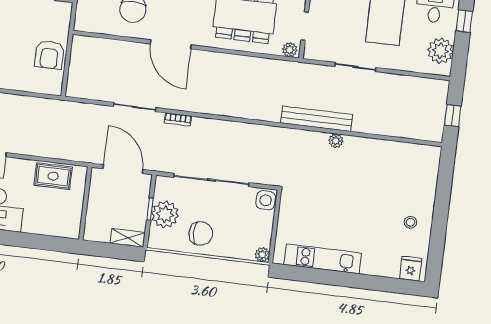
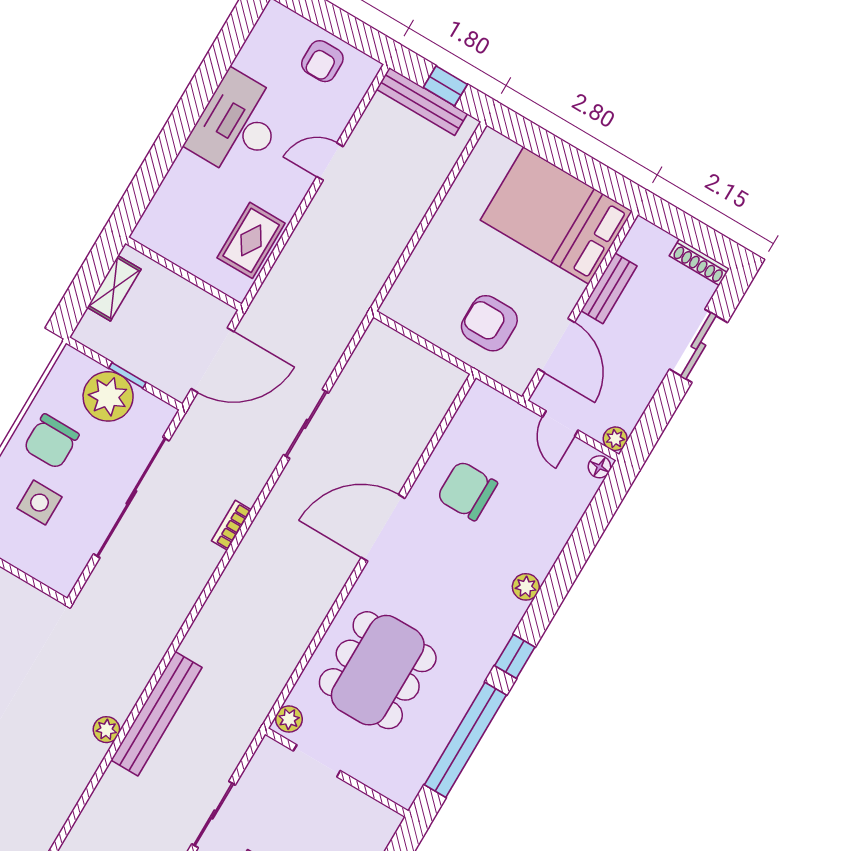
armchair: (49, 55) -> (489, 323), moved
bookcase: (178, 119) -> (231, 525), moved
side table: (266, 200) -> (39, 503), moved
shelving: (128, 238) -> (114, 288), moved

